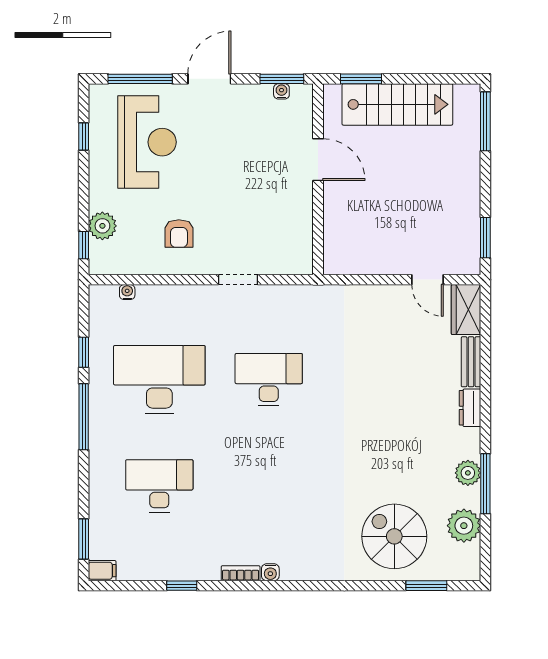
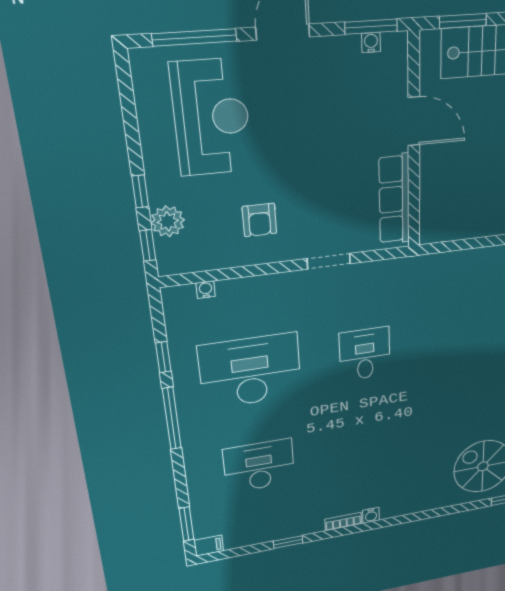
window: (84, 136) -> (140, 191), moved
row of seats: (300, 228) -> (394, 199), added
desk: (269, 380) -> (365, 354), width x0.73

